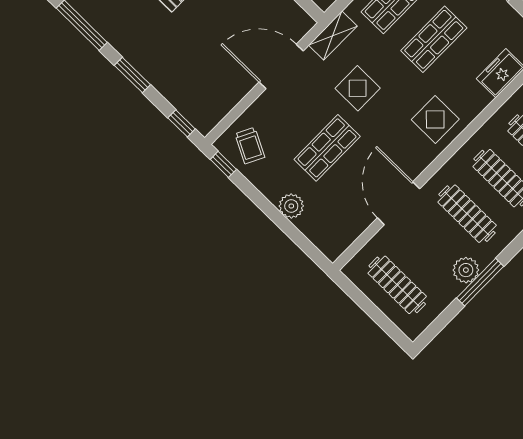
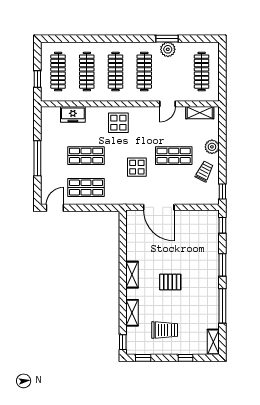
shelving: (333, 36) -> (200, 113), moved
trolley: (250, 146) -> (204, 171), moved
door: (399, 203) -> (168, 104), width x0.53
window: (480, 282) -> (167, 39), width x0.69

